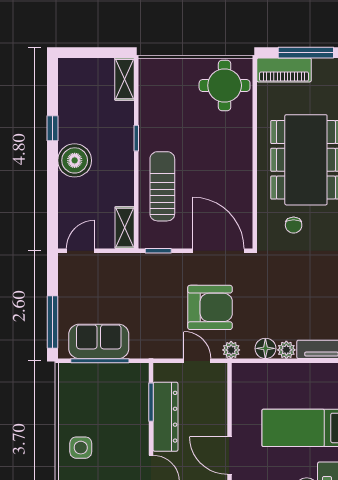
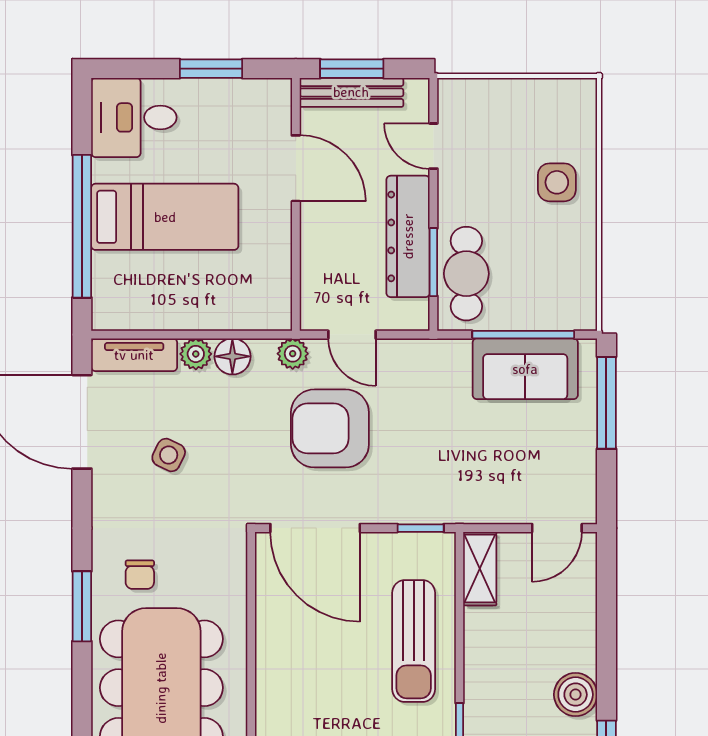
boiler: (75, 160) -> (576, 695), width x0.73, depth x0.73
chair: (294, 225) -> (140, 575), moved, turned 180
side table: (302, 292) -> (169, 455), added
cafe table: (132, 396) -> (466, 274), added

